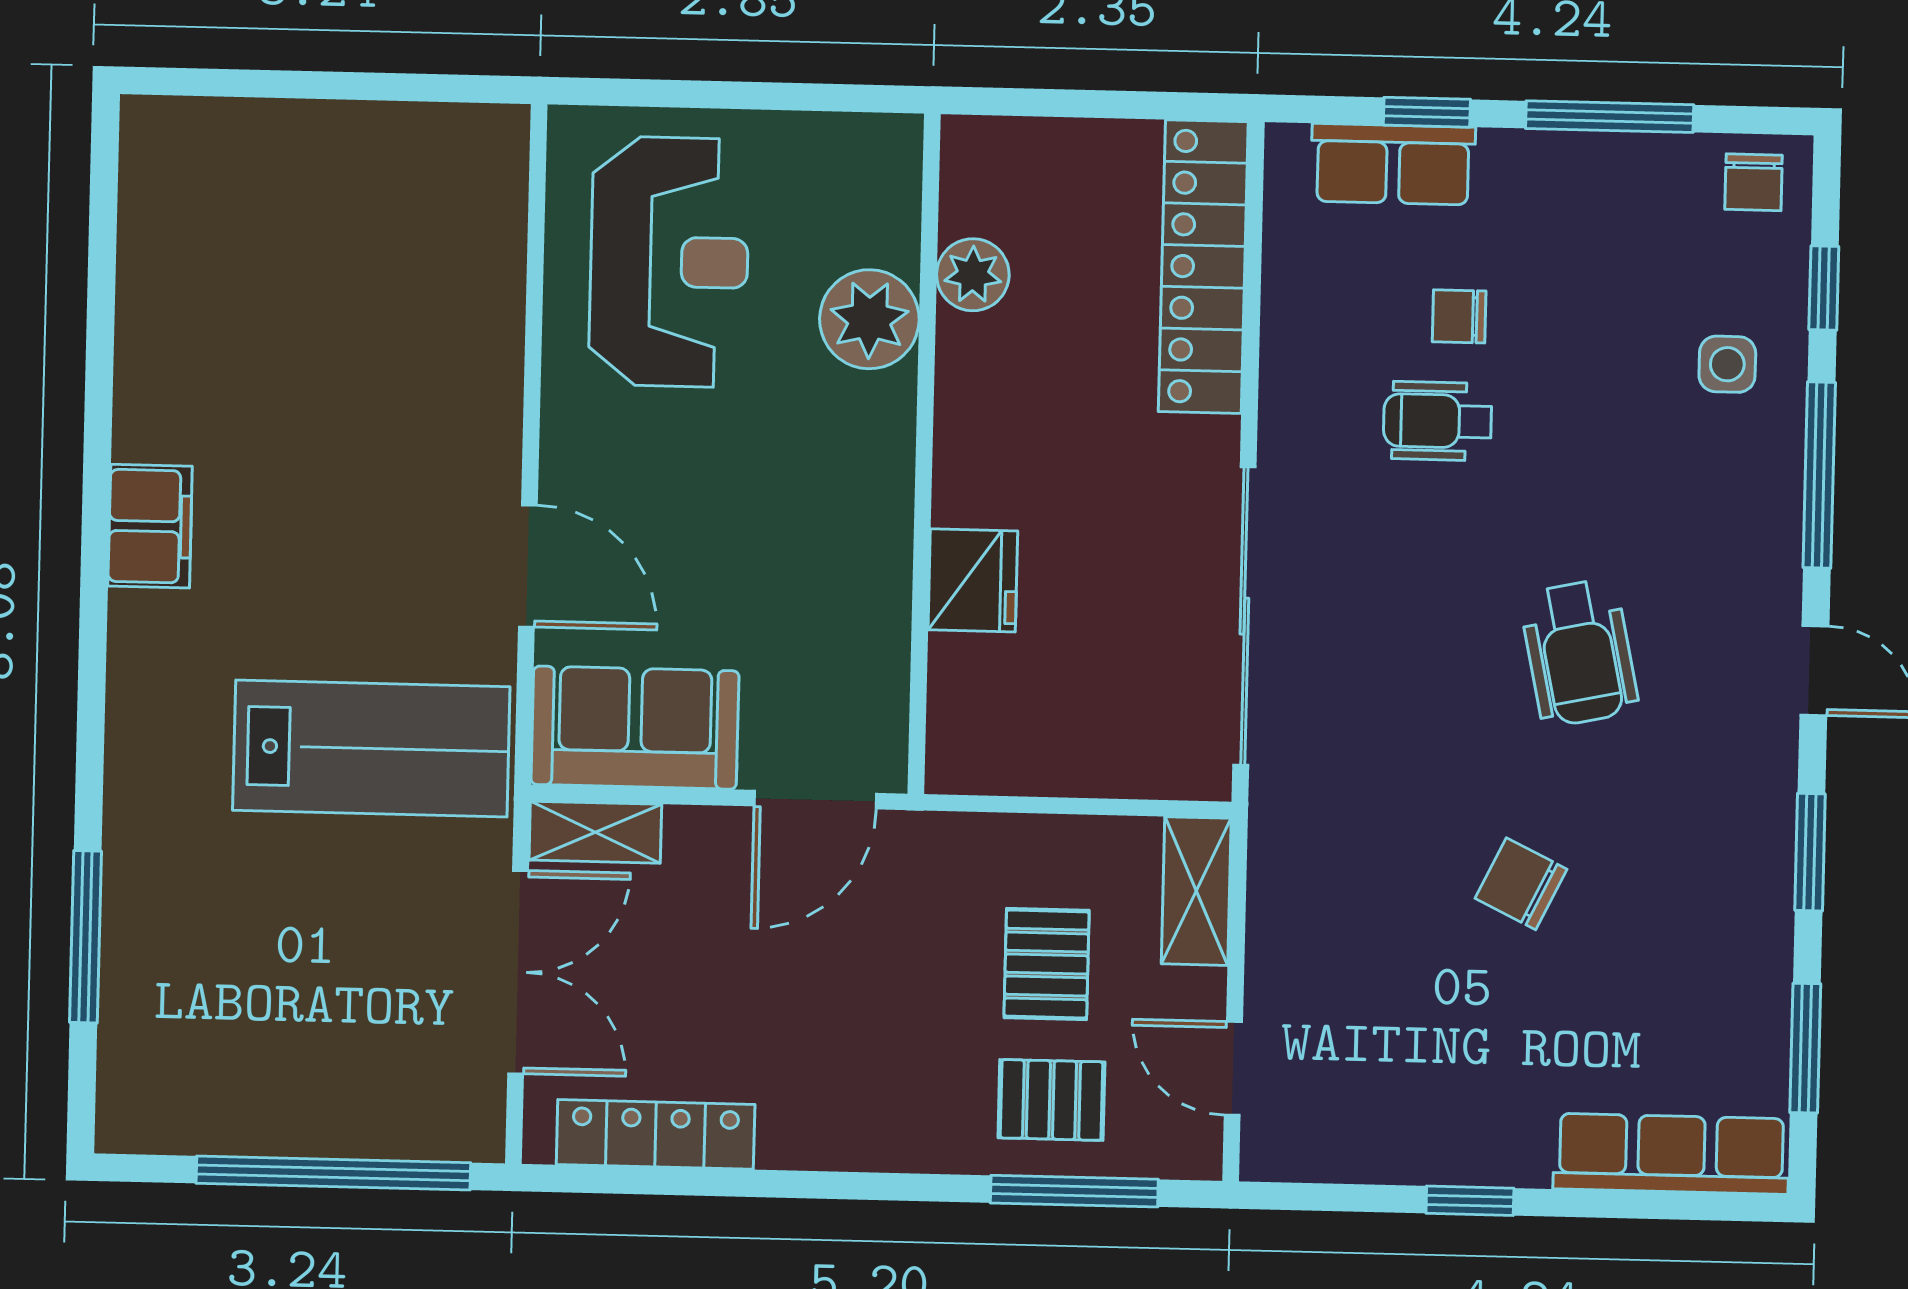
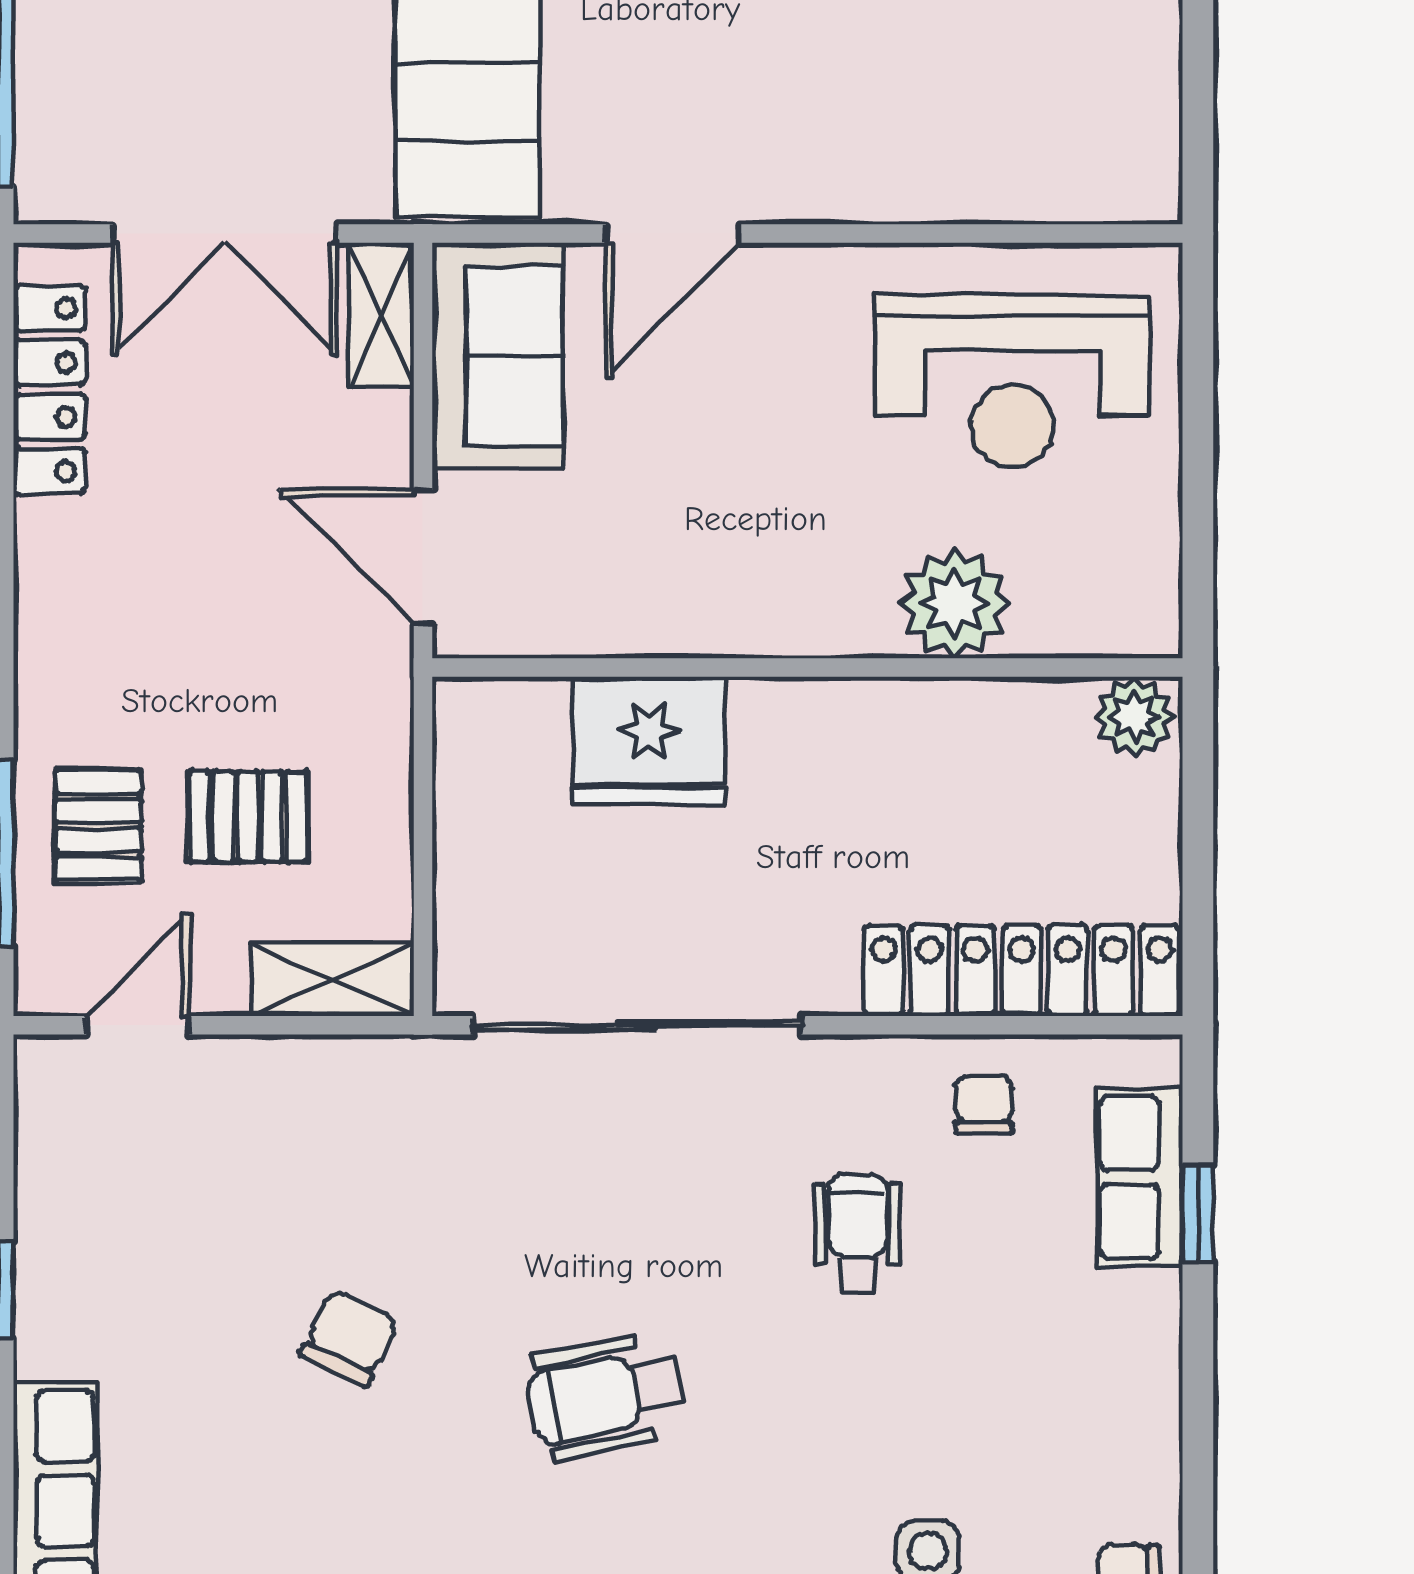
window: (1610, 117) -> (1198, 1415), removed
plant: (973, 275) -> (1134, 717), moved
chair: (1459, 316) -> (984, 1104), moved
fridge: (973, 580) -> (649, 741), width x1.36, depth x1.34

